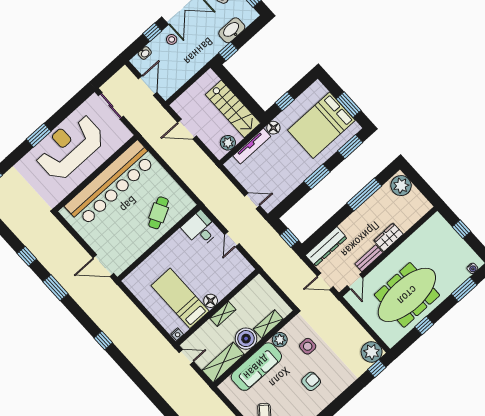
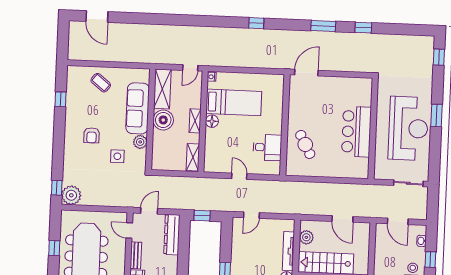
door: (187, 129) -> (342, 219), swing flipped
bar counter: (111, 184) -> (356, 132), width x0.54
desk: (200, 229) -> (267, 147), moved
shelving: (268, 324) -> (193, 157), moved

